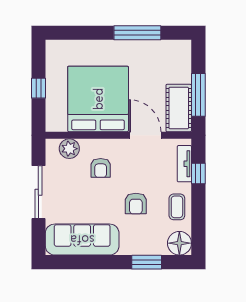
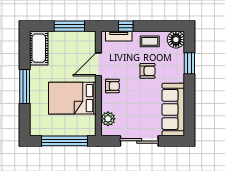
window: (137, 33) -> (25, 86), moved
window: (38, 88) -> (64, 141), width x3.17
bed: (98, 99) -> (72, 98), width x0.73
cot: (179, 108) -> (39, 48), moved, turned 90
armchair: (101, 168) -> (112, 86), moved

